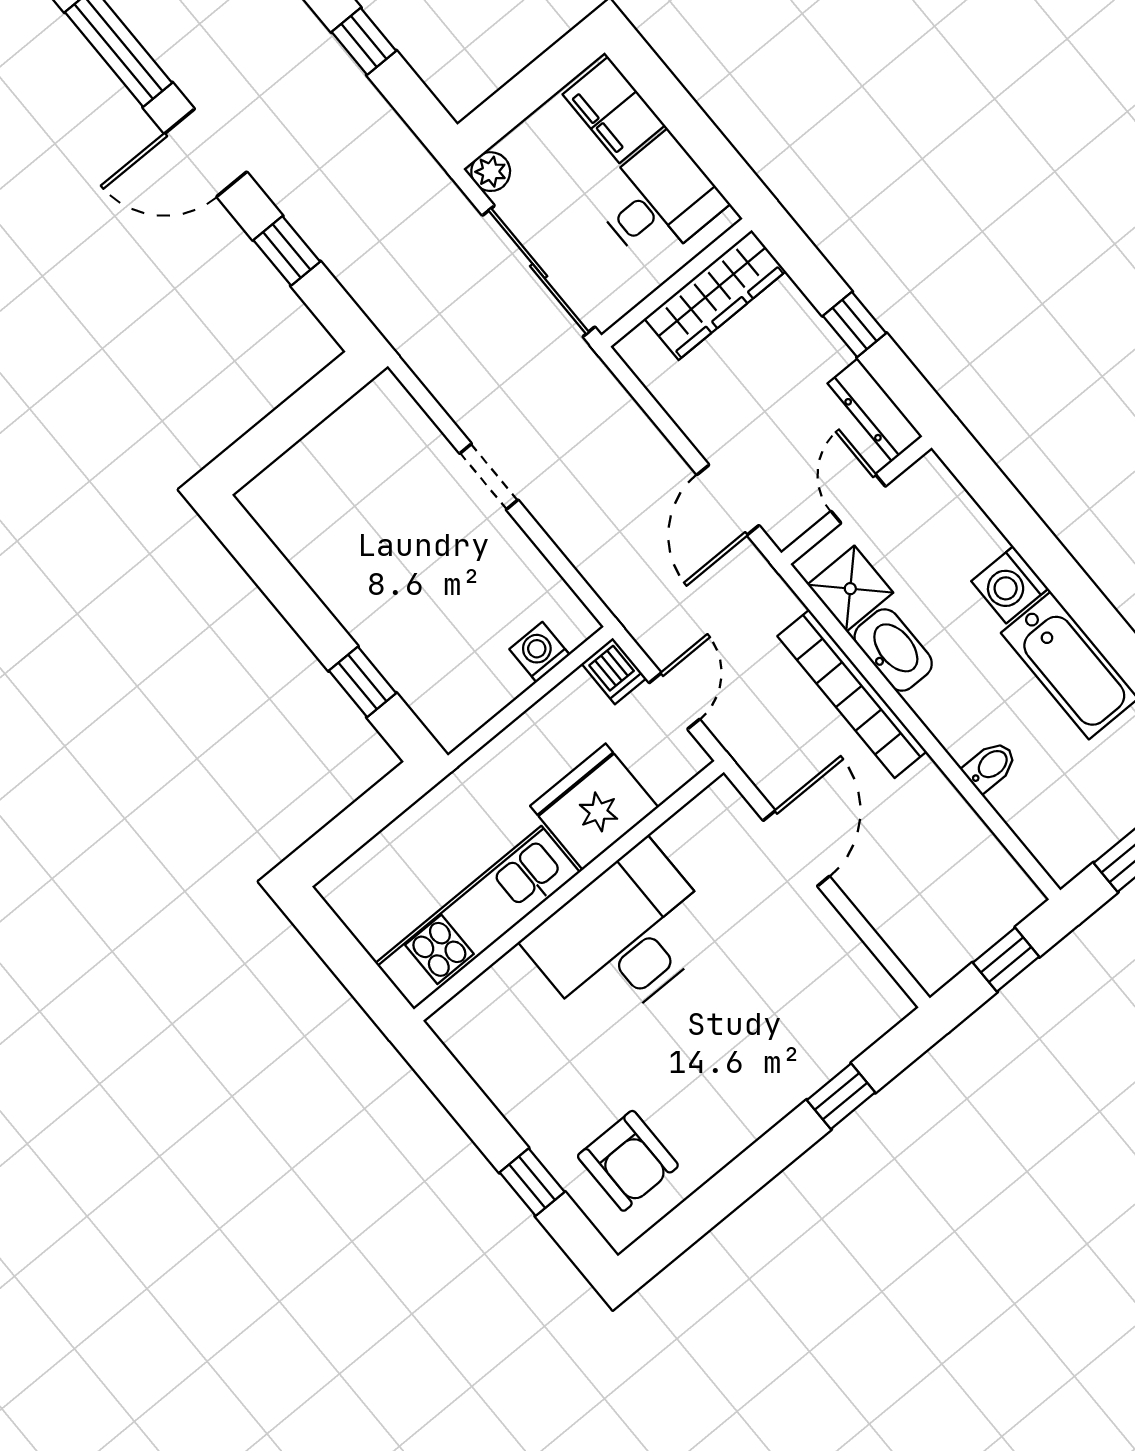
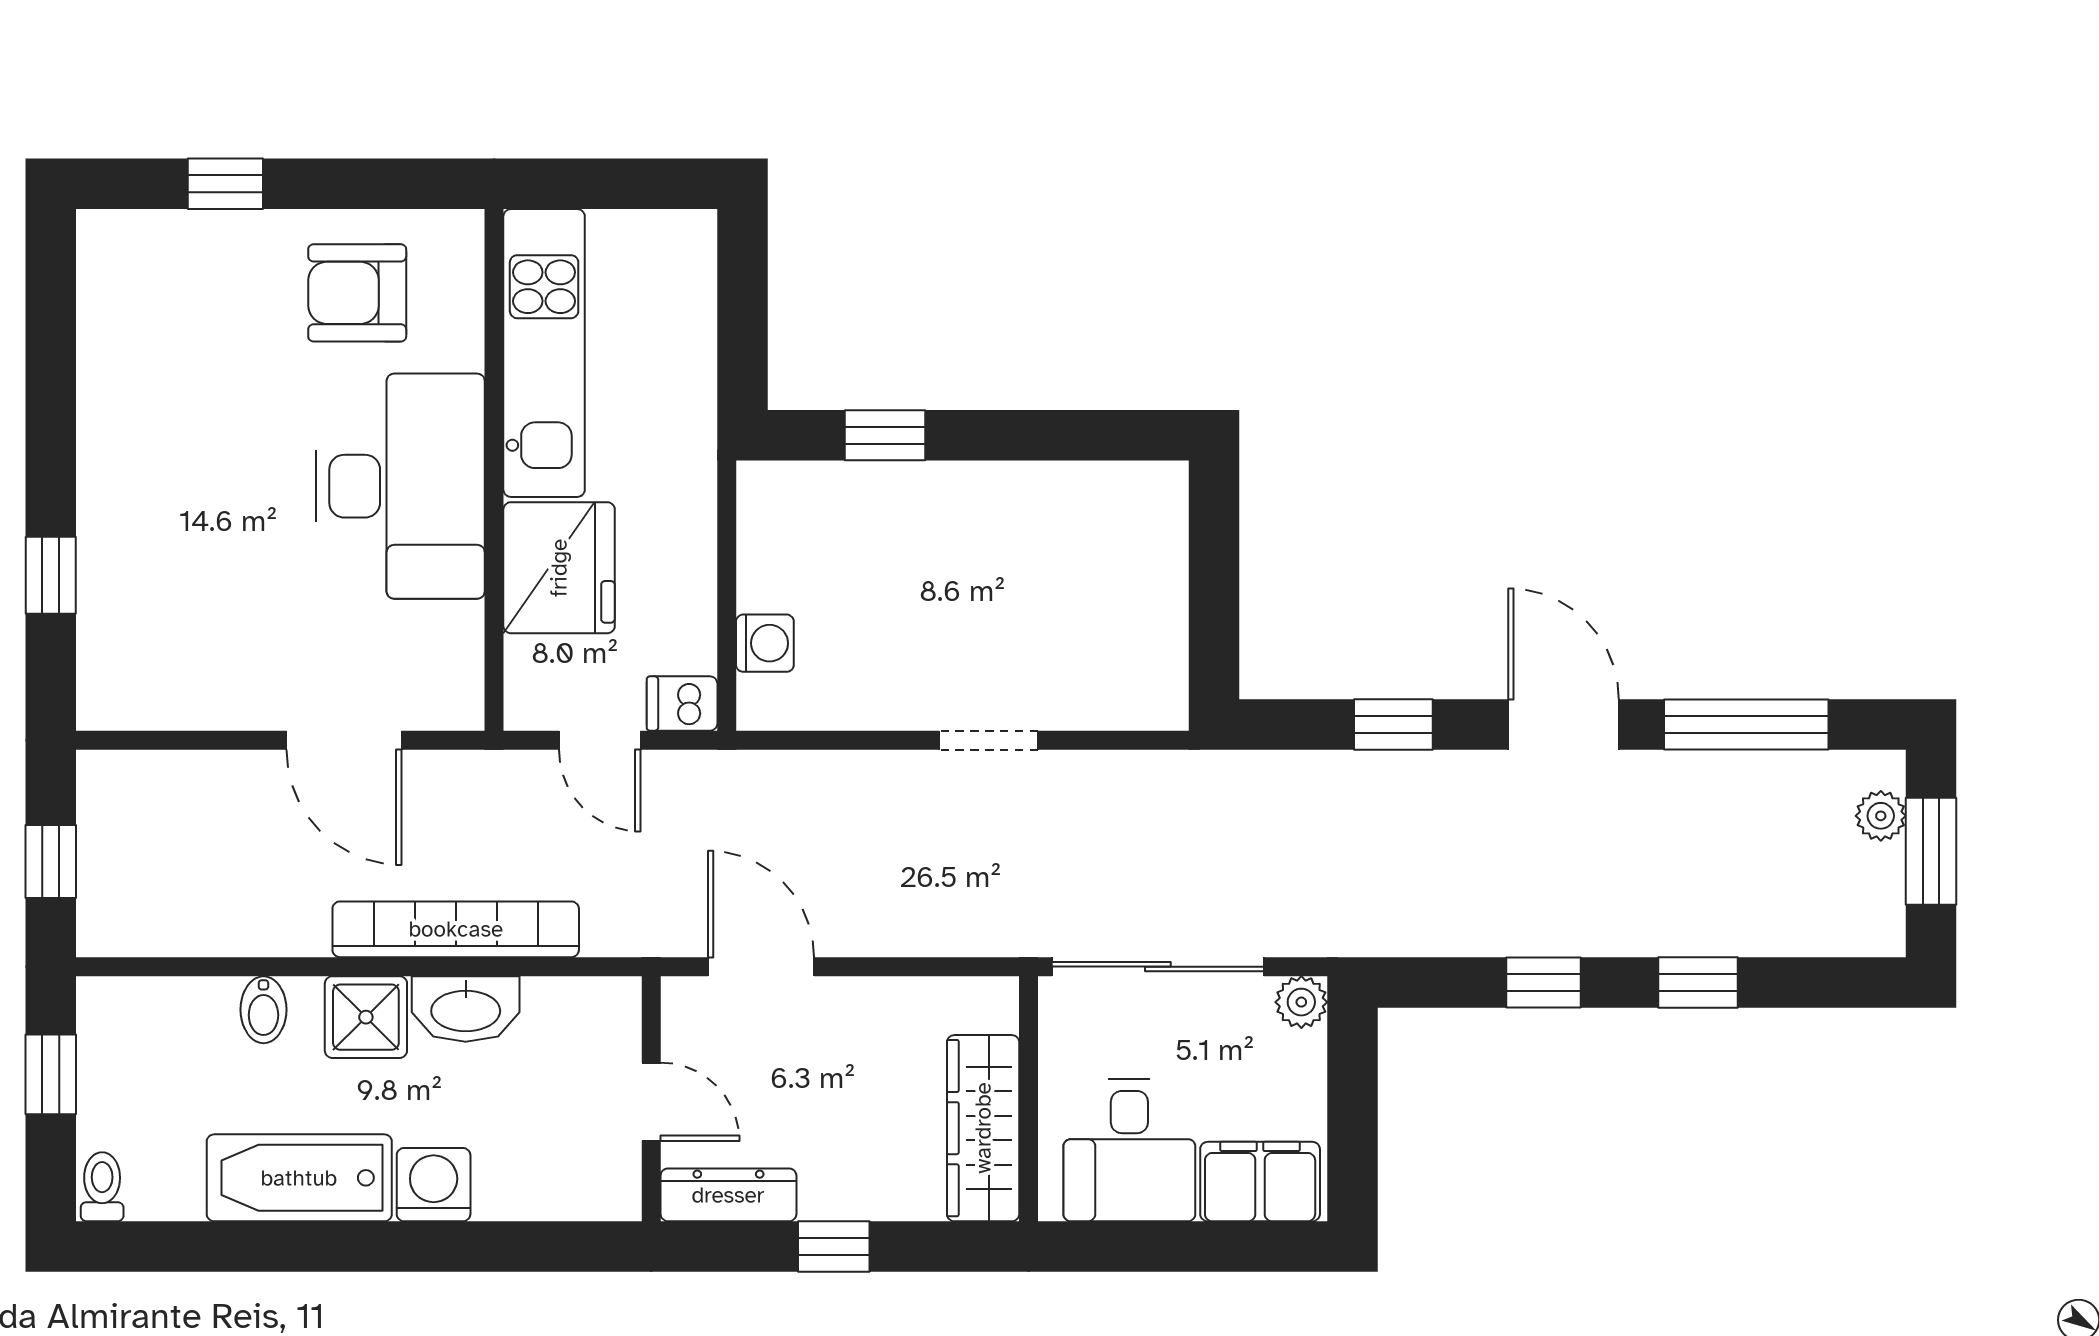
door: (206, 153) -> (1563, 725), hinge flipped
shower: (850, 589) -> (366, 1017), moved
armchair: (628, 1161) -> (357, 293), moved

